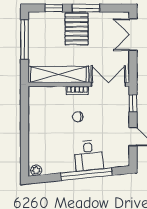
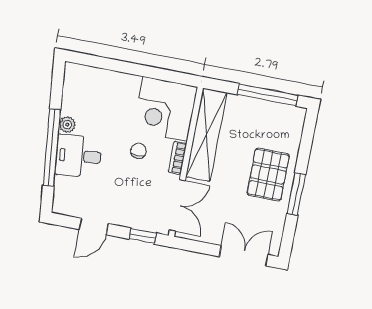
window: (54, 8) -> (305, 147), removed
pallet: (77, 29) -> (268, 174), turned 90
corner desk: (47, 105) -> (165, 109), added
plant: (36, 170) -> (67, 125), moved

